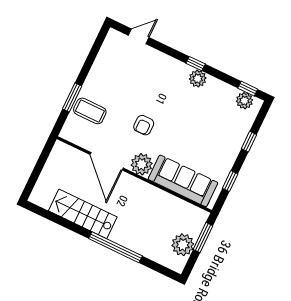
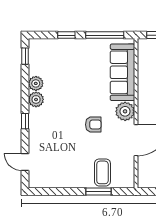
window: (196, 64) -> (25, 121), moved
plant: (244, 101) -> (36, 83), moved
window: (230, 181) -> (105, 35), width x2.17

